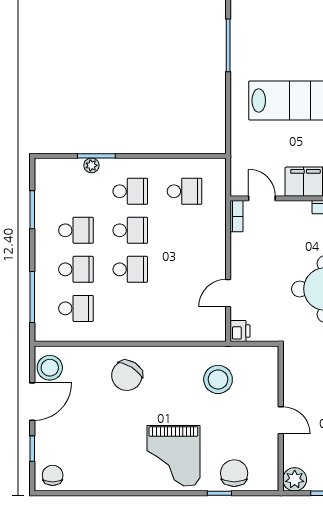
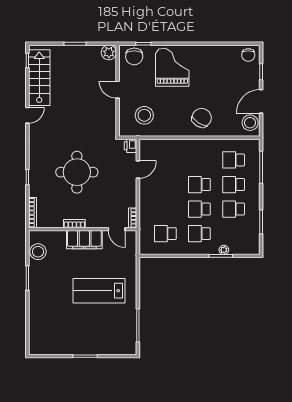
wall: (281, 419) -> (118, 91), moved
door: (281, 420) -> (118, 90), moved
plant: (295, 479) -> (109, 52), moved

